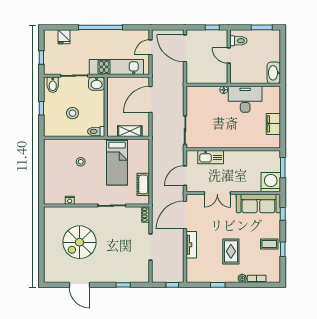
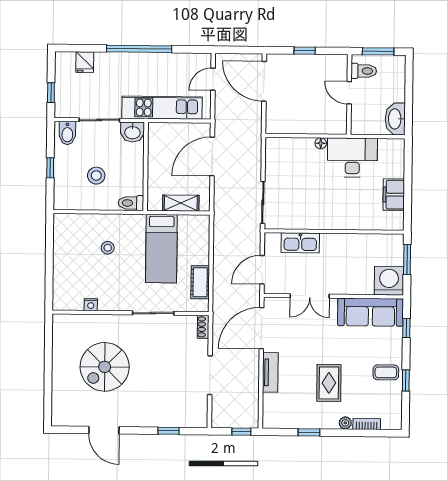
toilet: (238, 41) -> (364, 71), moved
door: (229, 56) -> (349, 93), moved
wall: (229, 57) -> (349, 94), moved

